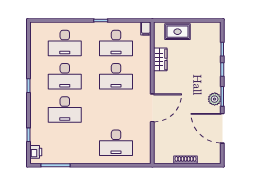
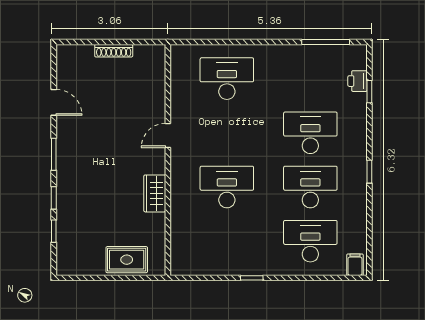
filing cabinet: (146, 29) -> (355, 265), moved
desk: (116, 43) -> (227, 241), removed
wardrobe: (160, 59) -> (155, 193), moved
plant: (215, 99) -> (66, 150), removed
door: (152, 108) -> (168, 136), width x0.53
door: (222, 128) -> (54, 102), width x0.53
printer: (36, 152) -> (358, 81), moved

